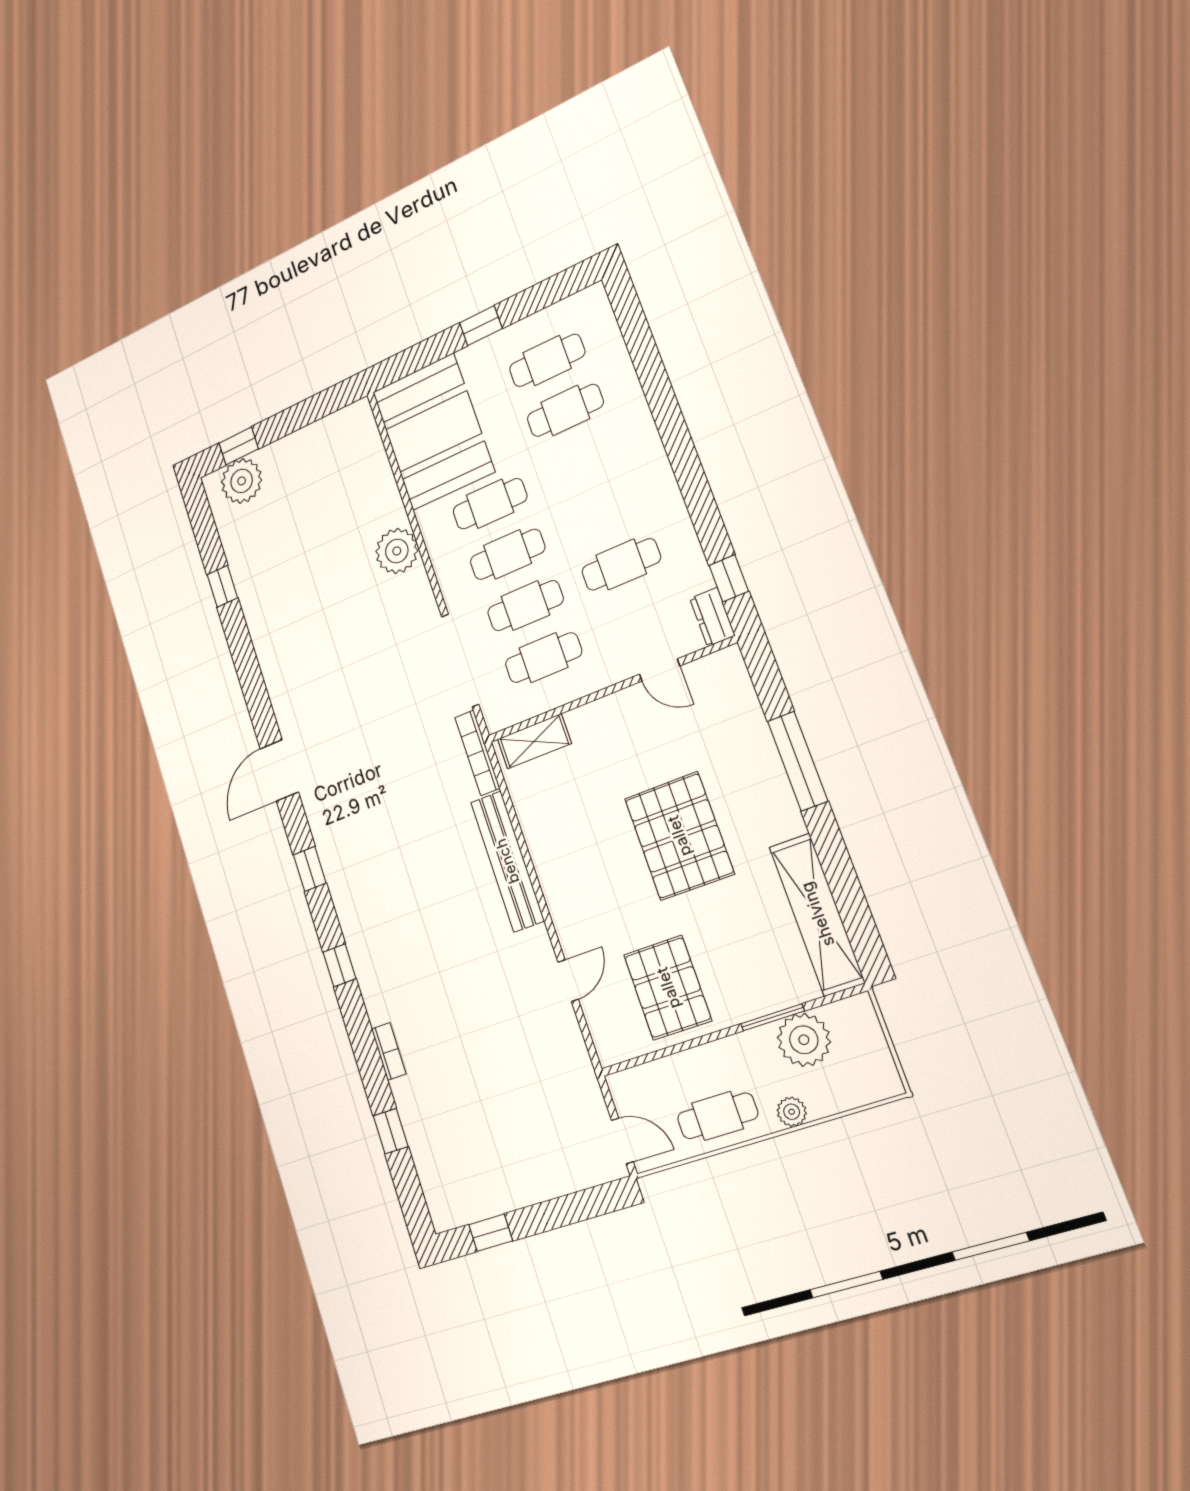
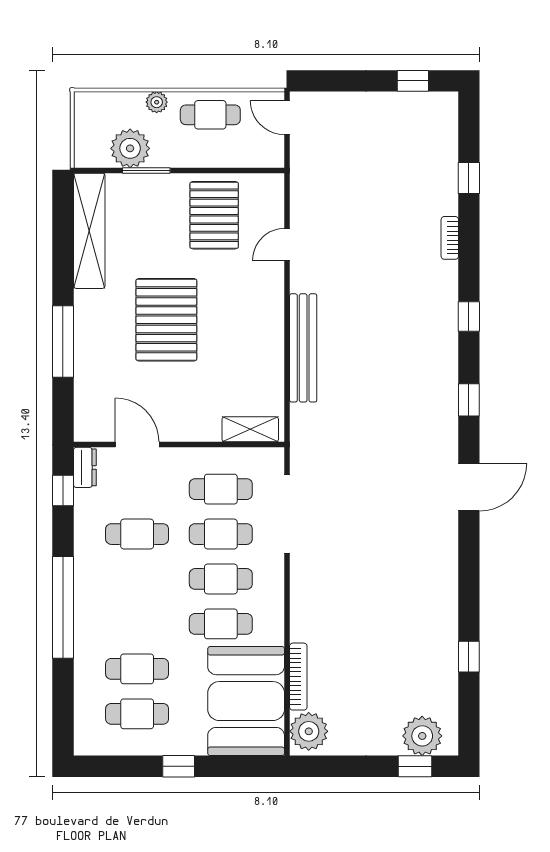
window: (677, 441) -> (63, 607), added
plant: (397, 551) -> (309, 731), moved
door: (660, 670) -> (137, 445), width x1.37
bookcase: (477, 753) -> (298, 677), moved

